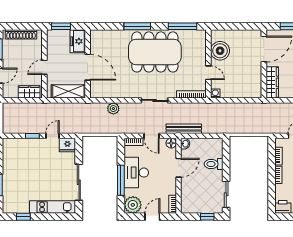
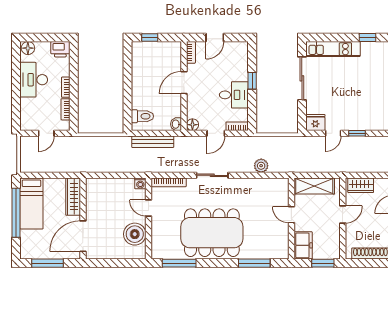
window: (137, 26) -> (254, 263), moved
door: (88, 67) -> (291, 215), width x0.53
bench: (184, 129) -> (153, 142), moved
door: (152, 136) -> (216, 133), swing flipped
toilet: (214, 164) -> (142, 116), moved
door: (178, 168) -> (184, 83), moved
desk: (136, 173) -> (234, 95), width x0.73
window: (121, 180) -> (252, 81), width x0.46
sliding door: (226, 194) -> (127, 64), removed
plant: (133, 205) -> (238, 52), removed

